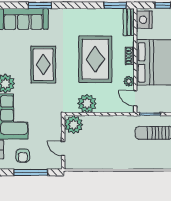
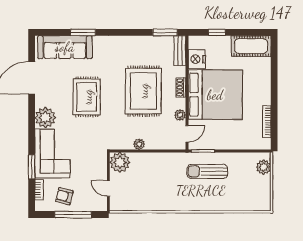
nightstand: (144, 20) -> (197, 59), moved
door: (135, 98) -> (187, 134), swing flipped
plant: (87, 103) -> (139, 144), width x0.53, depth x0.53
armchair: (23, 156) -> (64, 196), turned 104

